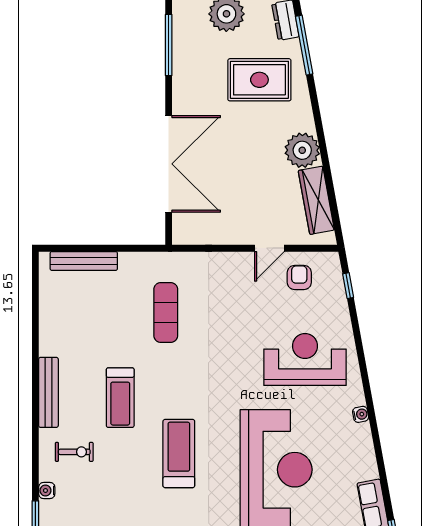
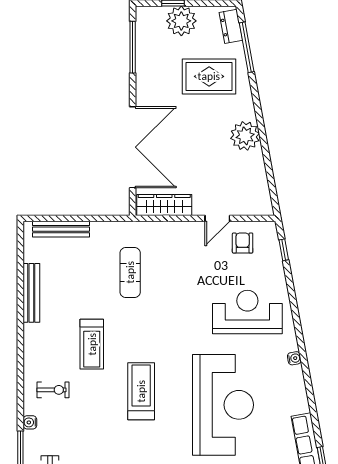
wardrobe: (316, 200) -> (164, 205), moved, turned 100
bench: (48, 392) -> (31, 293), moved

